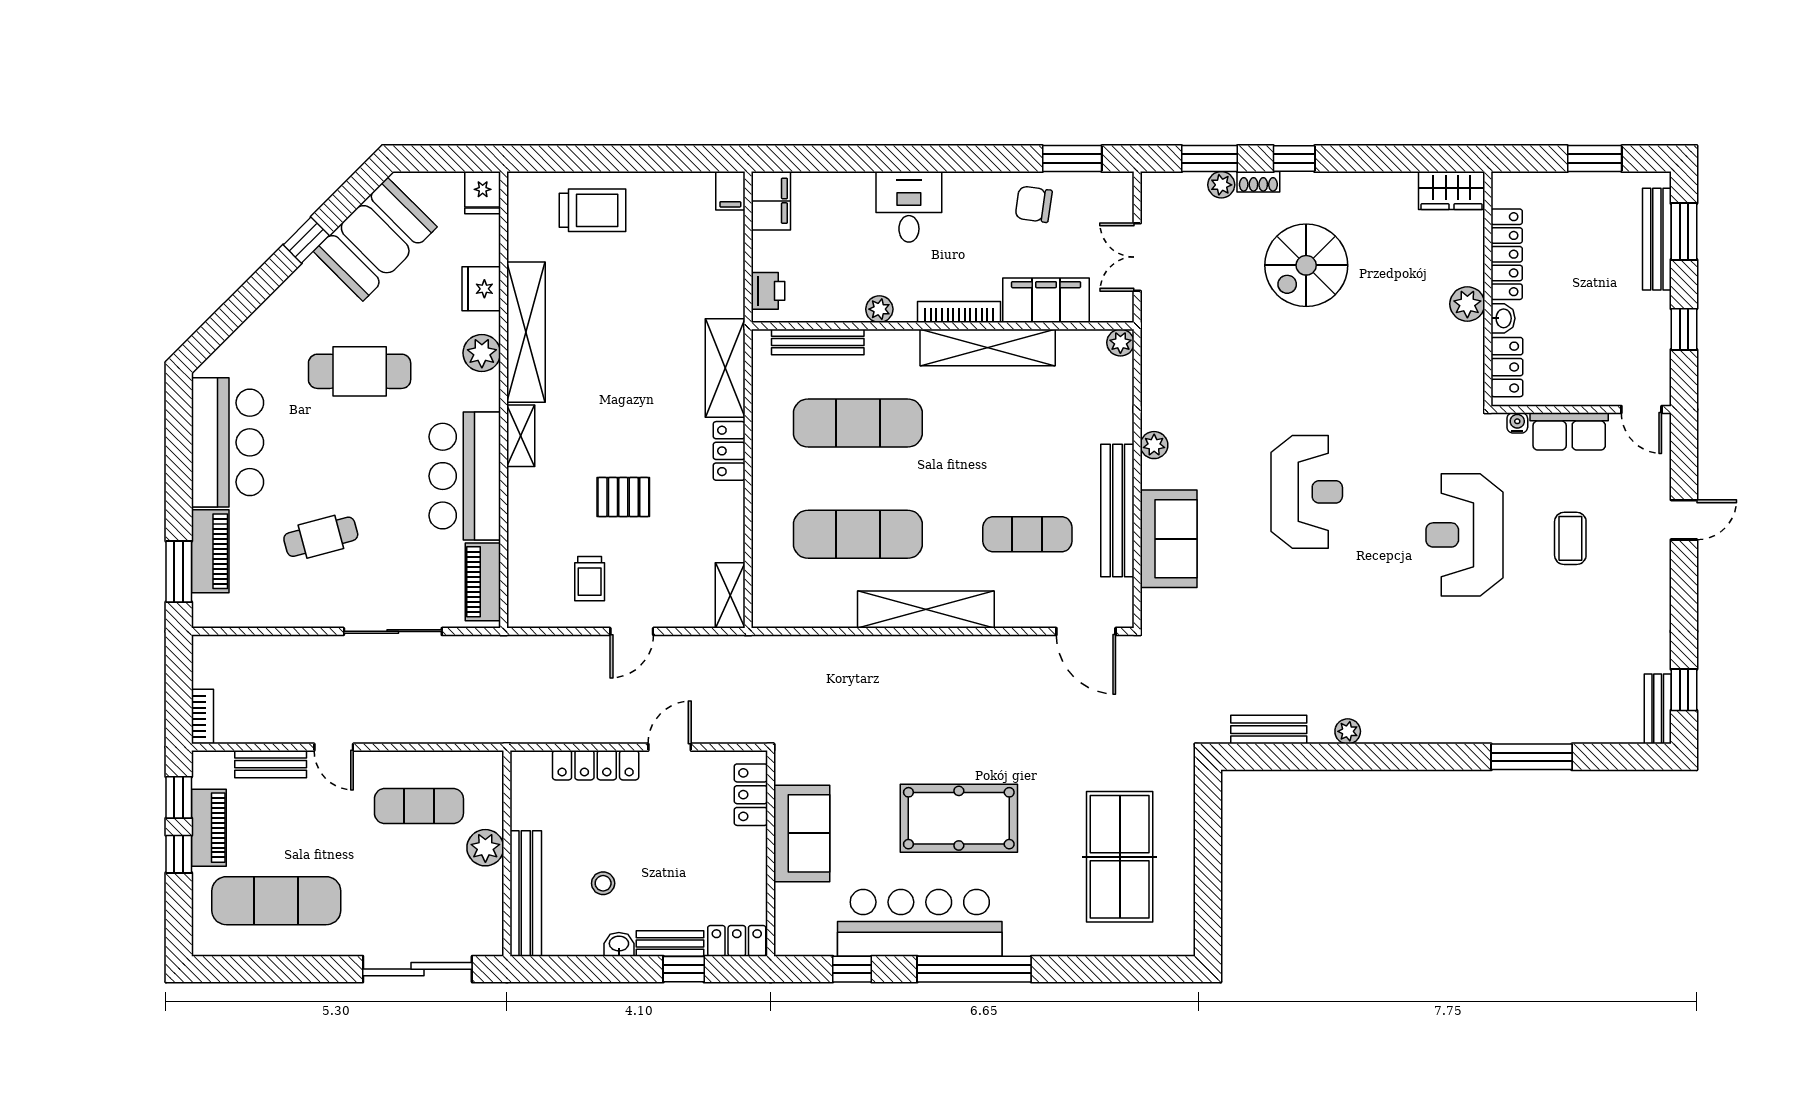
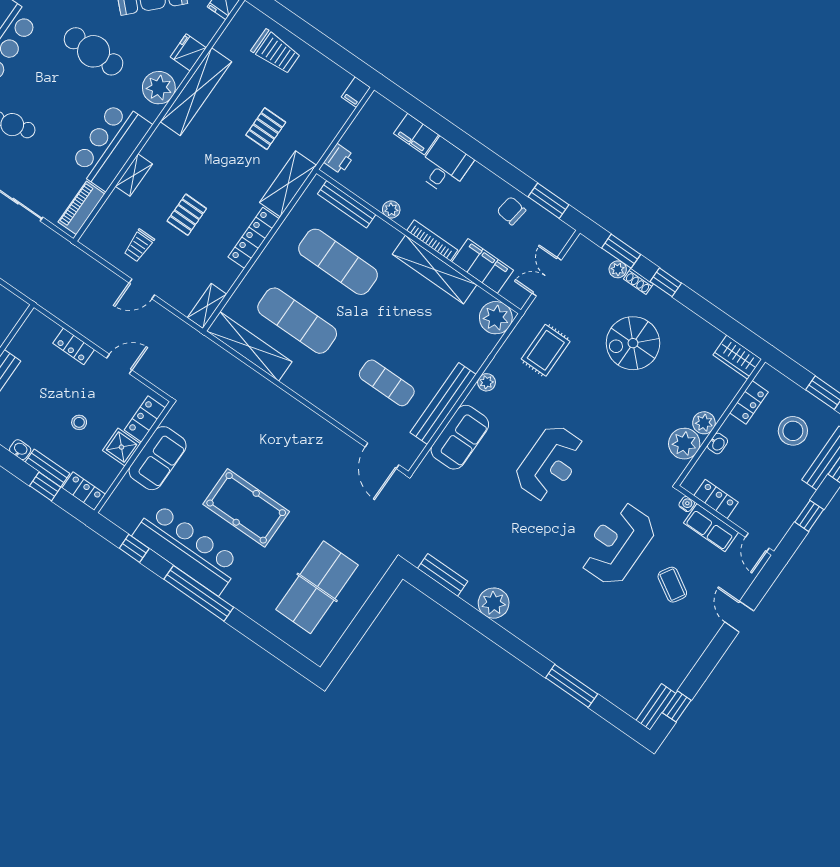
filing cabinet: (771, 201) -> (416, 134), moved, turned 90
stool: (1588, 235) -> (793, 431), added
locker: (1507, 254) -> (749, 402), width x0.66
pallet: (648, 317) -> (266, 129), added
plant: (1120, 343) -> (496, 318), width x1.88, depth x1.88
plant: (1461, 348) -> (684, 444), added
rug: (1201, 352) -> (546, 350), added
plant: (482, 353) -> (159, 88), width x1.36, depth x1.36
locker: (1507, 367) -> (716, 499), moved, turned -90
shelving: (521, 436) -> (134, 175), moved
locker: (729, 451) -> (254, 238), width x1.53
pallet: (623, 497) -> (187, 215), turned 90
door: (1684, 520) -> (739, 617), swing flipped
coffee table: (1570, 538) -> (672, 585), turned -59
shelving: (926, 610) -> (249, 346), moved
plant: (1348, 731) -> (494, 603), width x1.88, depth x1.88
locker: (596, 765) -> (74, 346), width x0.66
shower: (746, 851) -> (121, 447), added
stool: (603, 883) -> (79, 422), moved

